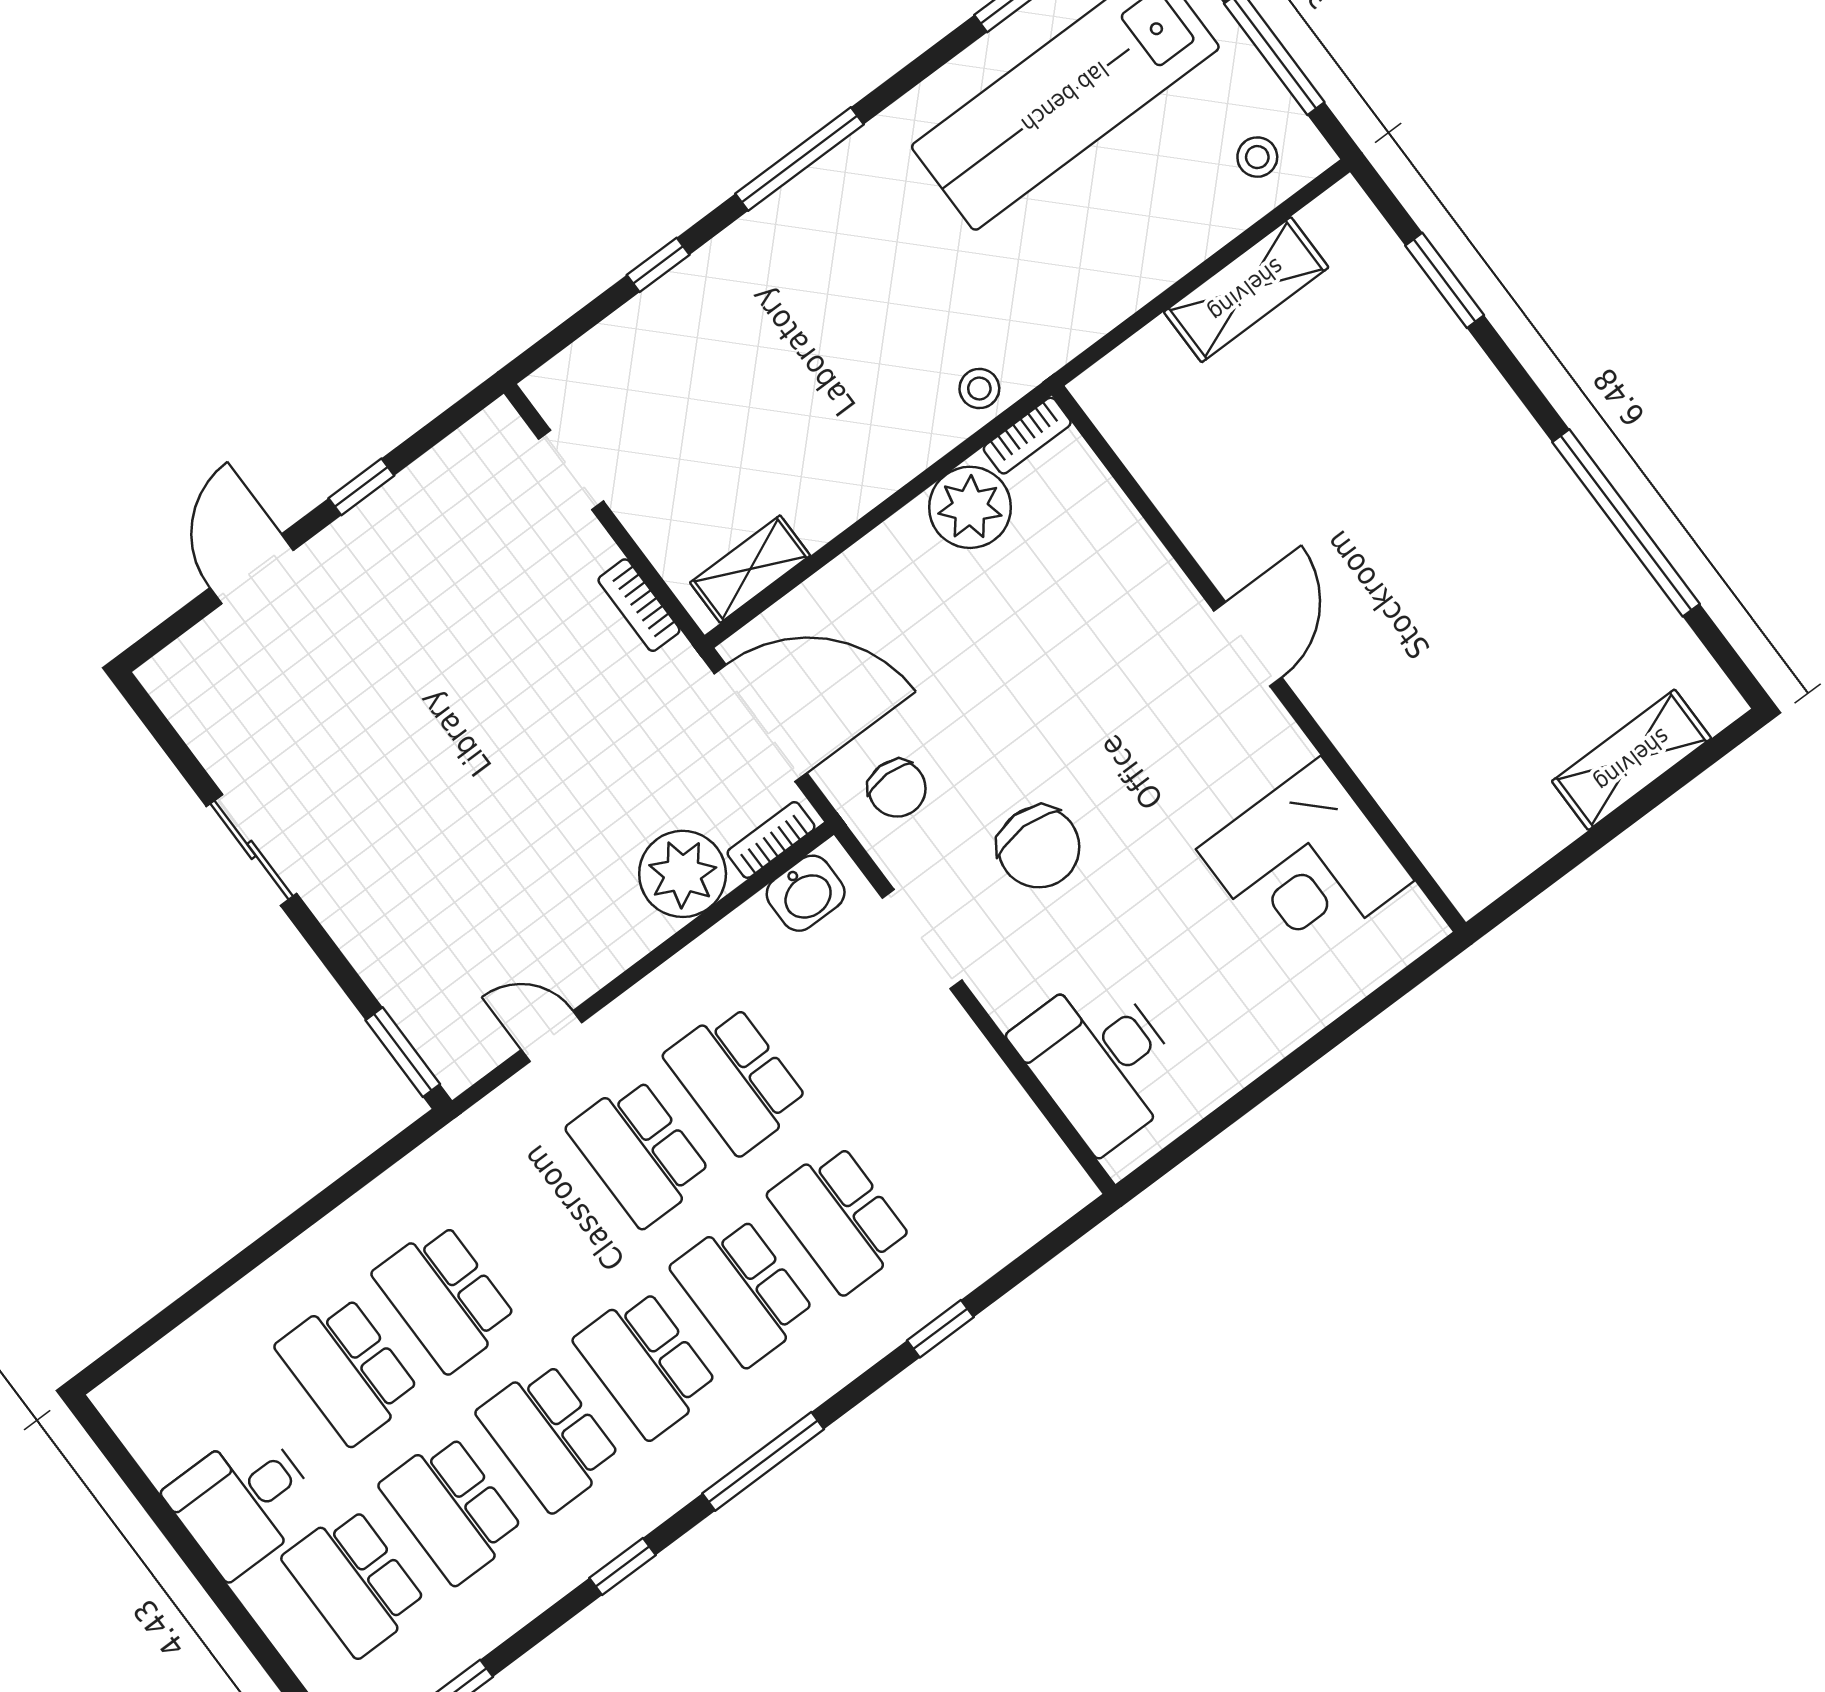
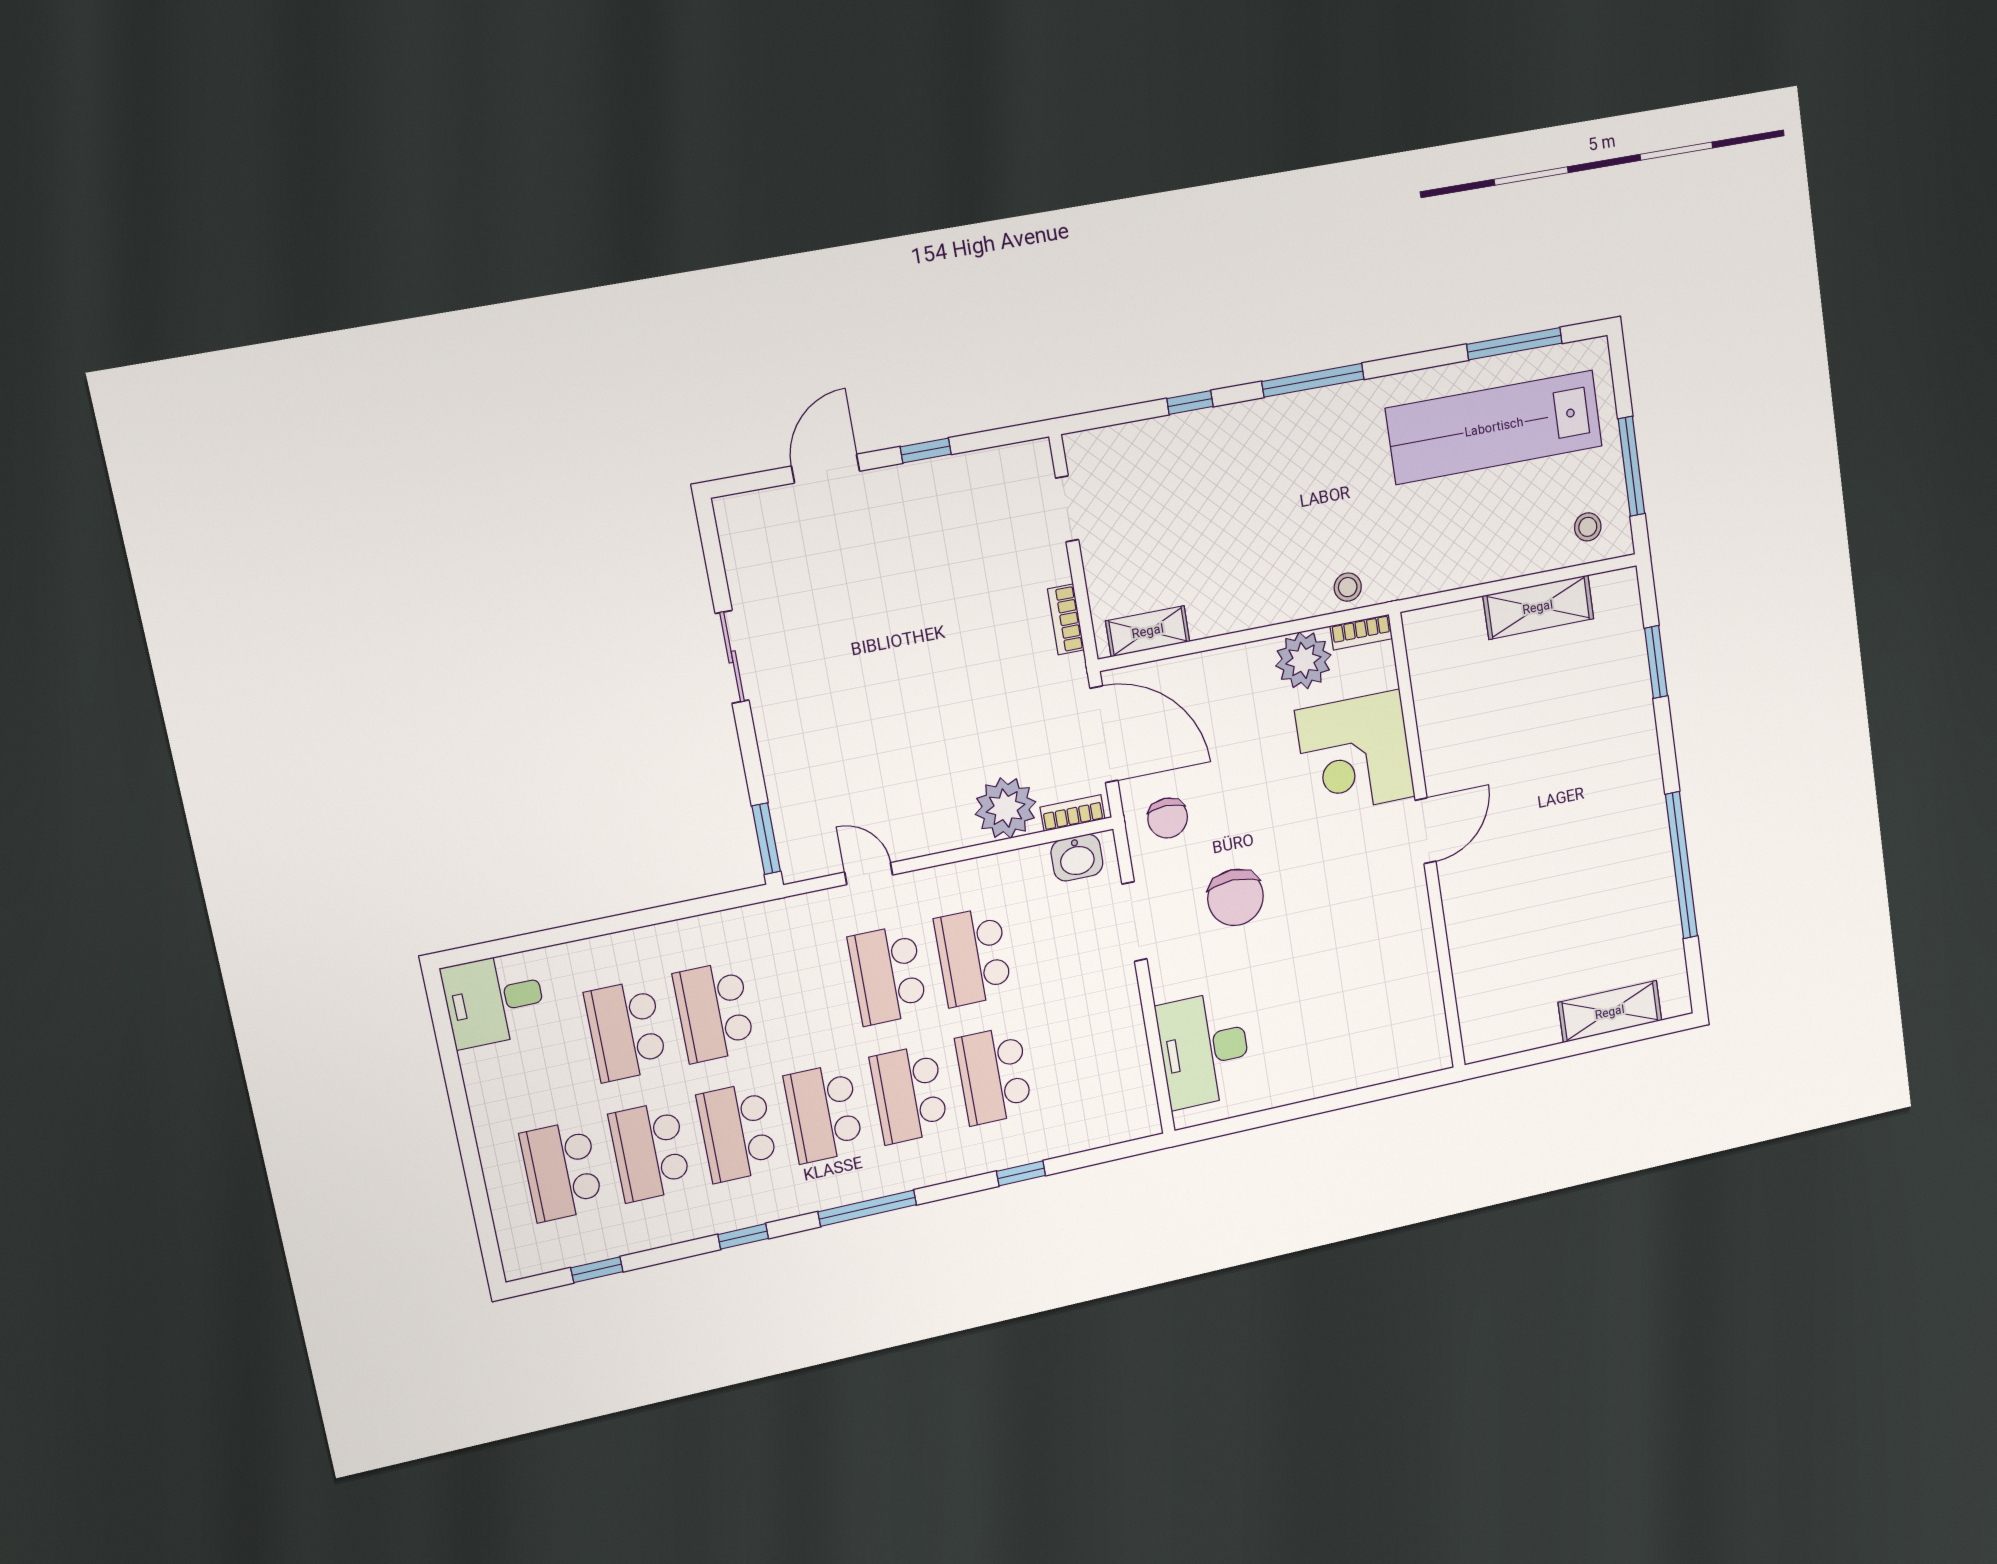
corner desk: (1305, 865) -> (1355, 754), moved
desk: (243, 1501) -> (494, 1000), moved

